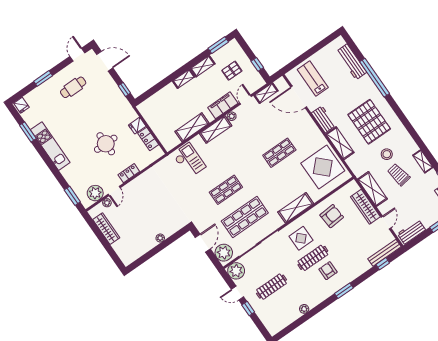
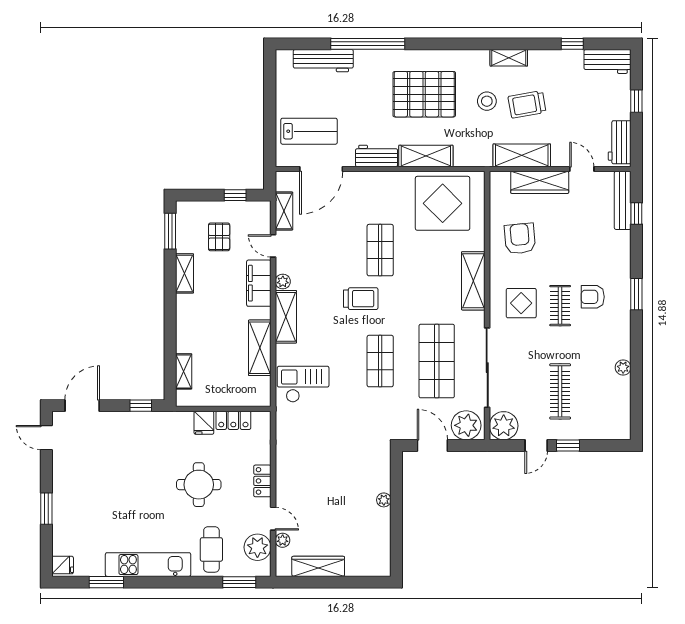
shelving: (184, 79) -> (184, 371), moved
lab bench: (313, 79) -> (309, 131), turned 180
cafe table: (73, 87) -> (211, 549), moved
trolley: (249, 160) -> (361, 299), added
shelving: (423, 161) -> (509, 58), moved
clothes rail: (313, 258) -> (560, 306), width x0.73

